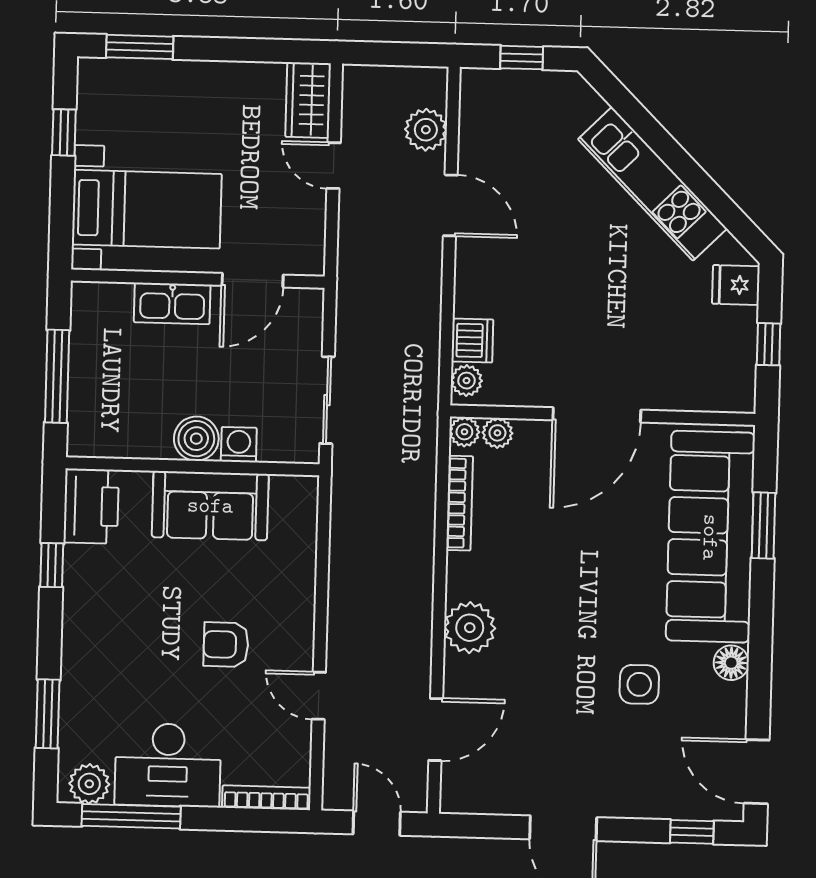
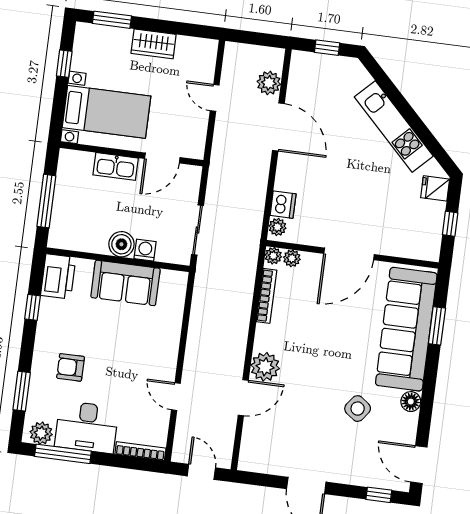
wardrobe: (308, 100) -> (154, 44), moved, turned -90
door: (450, 205) -> (278, 127), width x1.36
armchair: (226, 645) -> (71, 367), moved
side table: (639, 684) -> (358, 409), turned 37
door: (436, 729) -> (243, 398), moved

